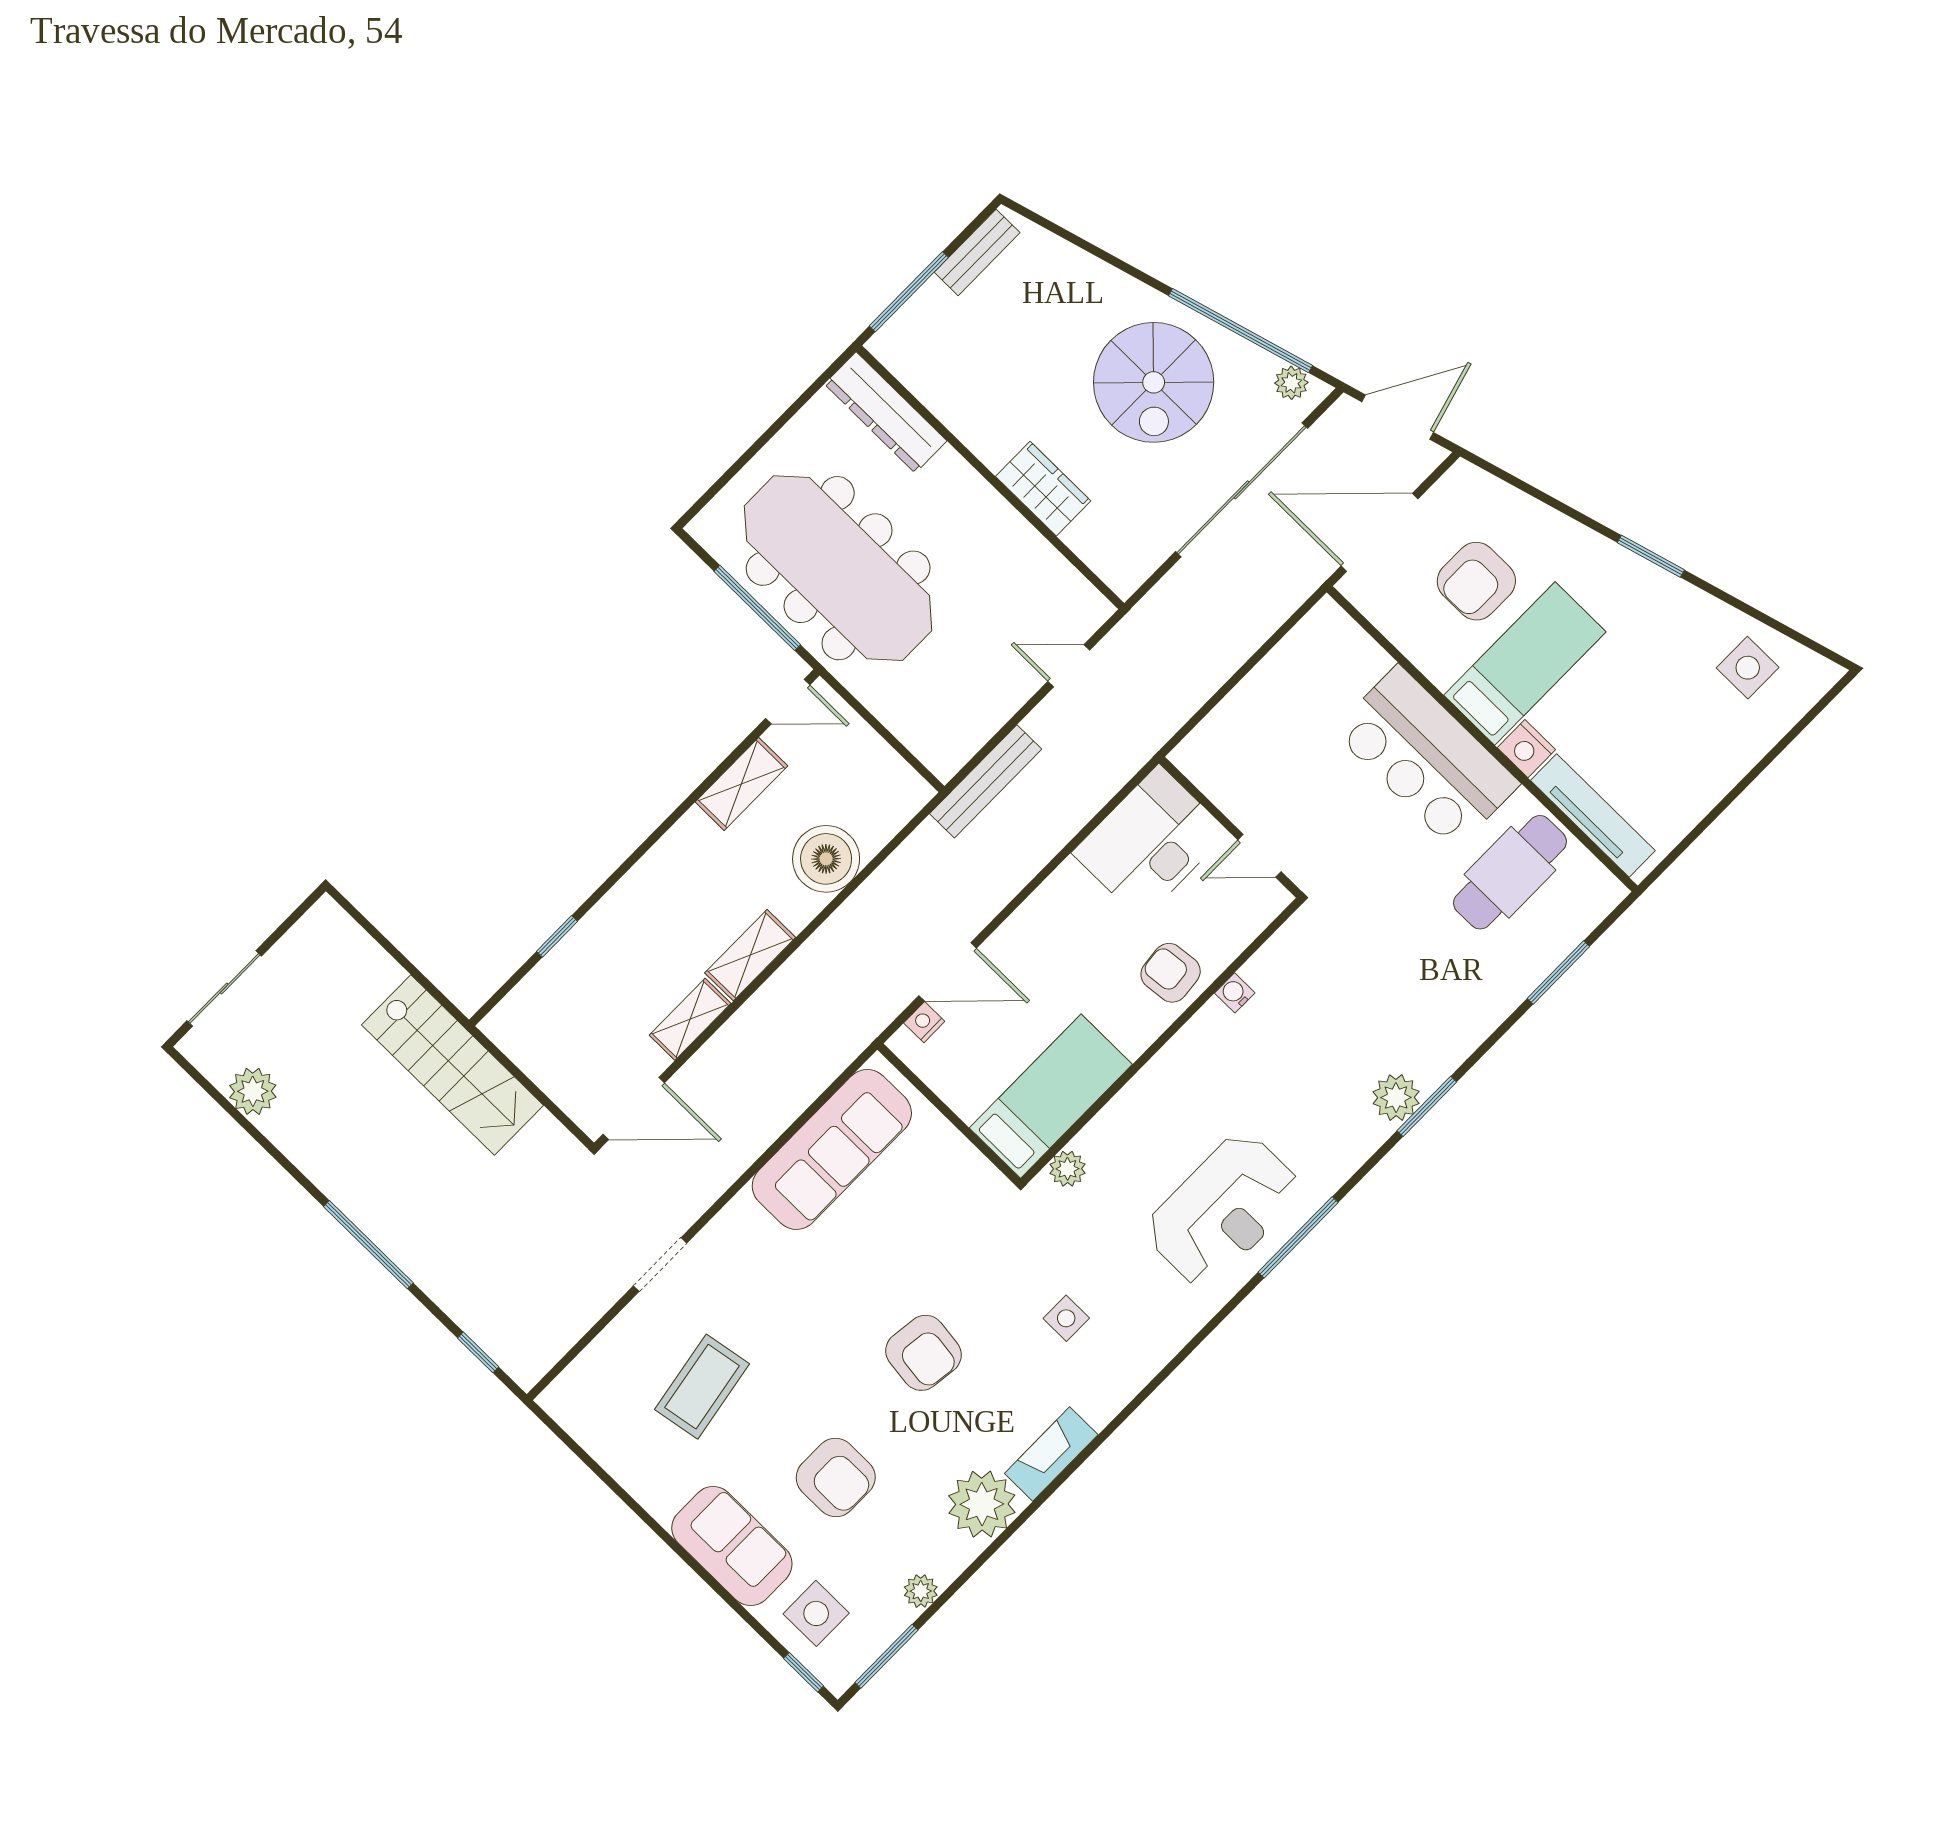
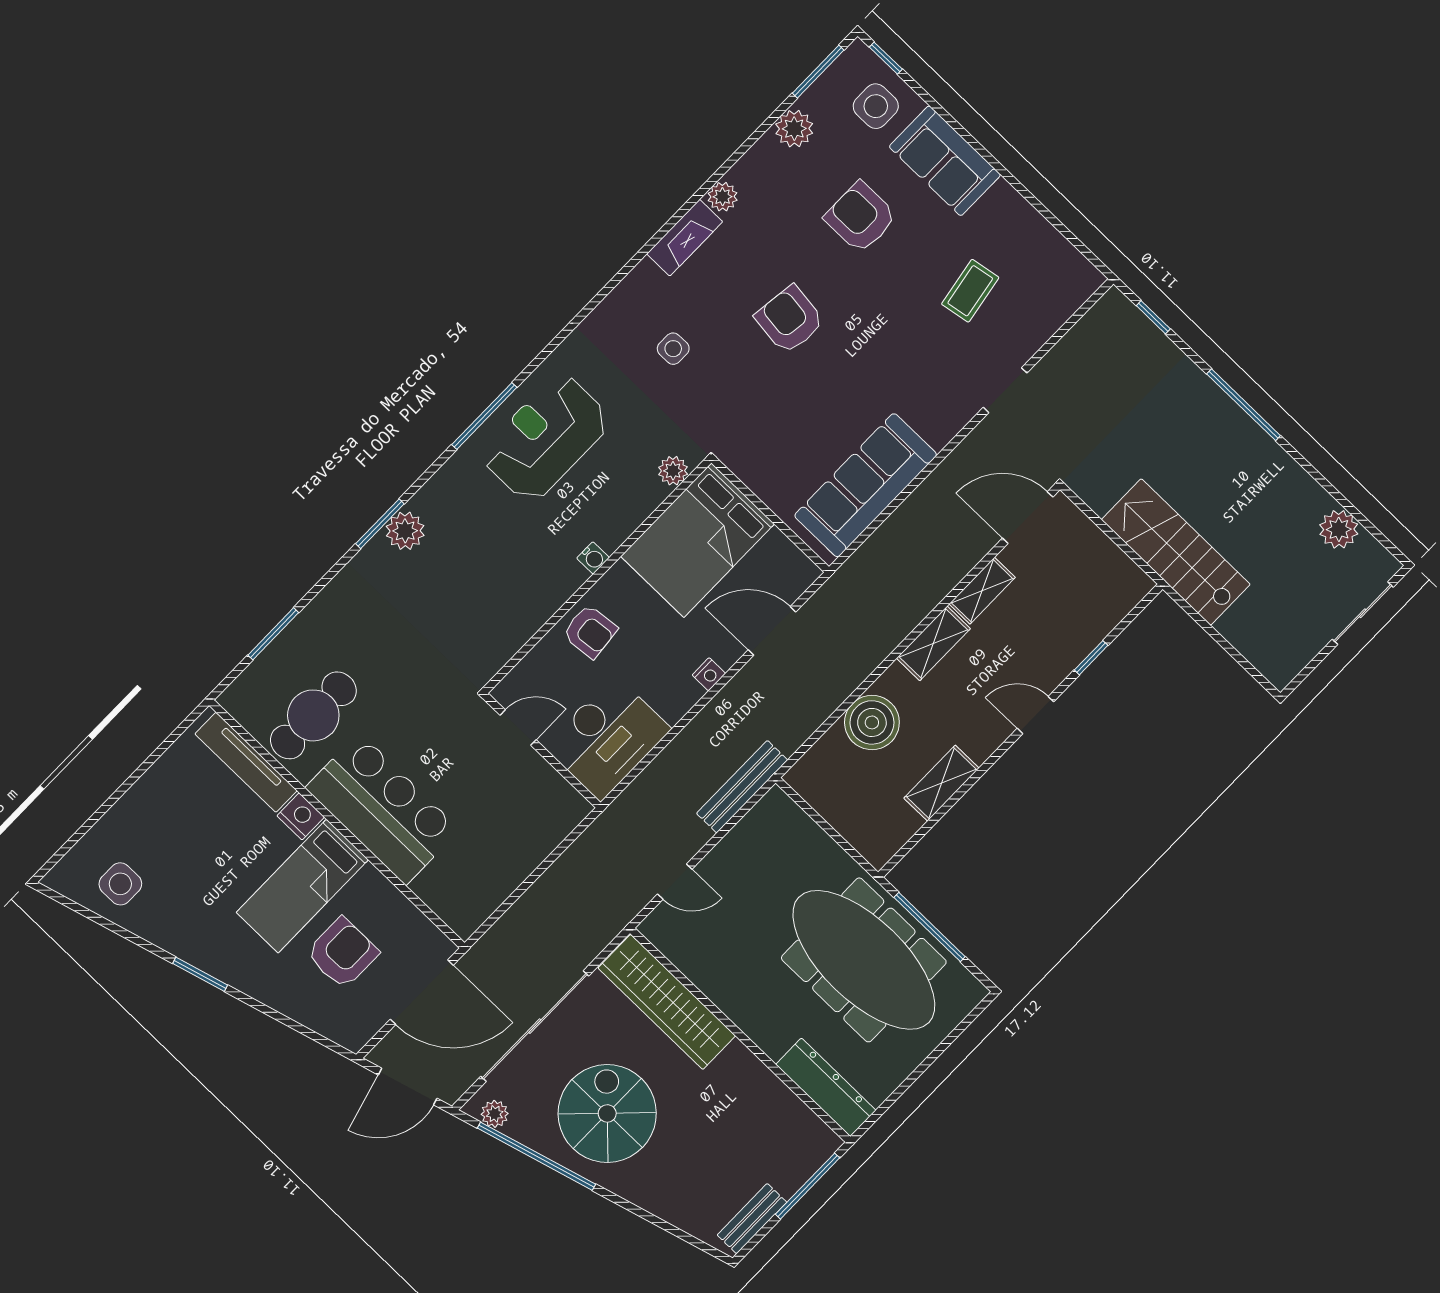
wardrobe: (1043, 489) -> (667, 1002), width x2.10, depth x1.17
door: (788, 702) -> (1036, 715), moved
water cooler: (1235, 993) -> (593, 558), moved
nightstand: (924, 1022) -> (709, 674), moved
bed: (1051, 1096) -> (698, 540), width x1.50
coffee table: (702, 1387) -> (970, 291), width x0.73, depth x0.77
plant: (982, 1504) -> (723, 197), width x0.53, depth x0.53
plant: (921, 1591) -> (794, 129), width x1.38, depth x1.38

